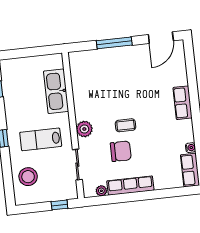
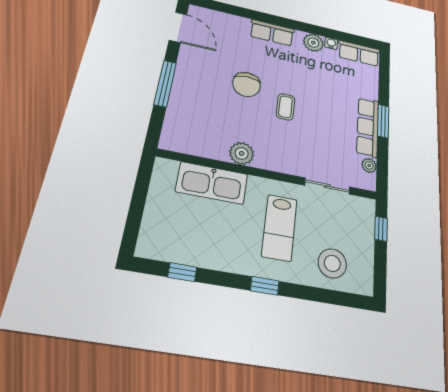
plant: (84, 129) -> (242, 153), moved
plant: (186, 134) -> (313, 43), added
chair: (121, 151) -> (247, 84), moved, turned 180
window: (139, 196) -> (383, 121), added

